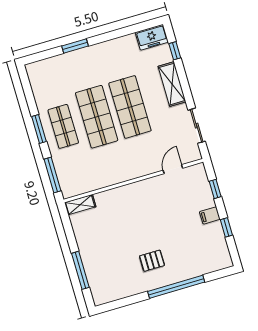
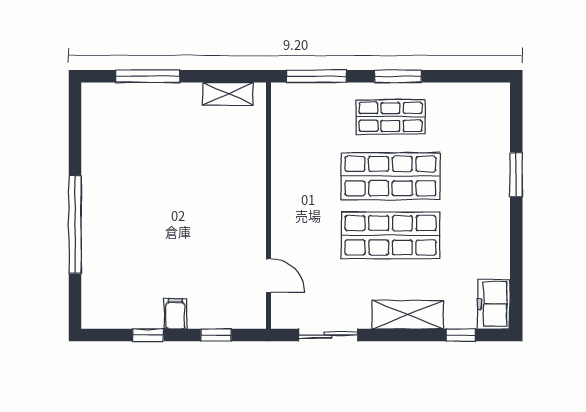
shelving: (80, 205) -> (228, 94), moved, turned 90
pallet: (152, 261) -> (129, 198), removed

